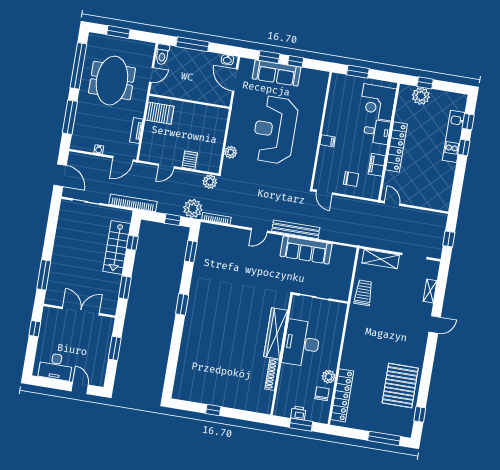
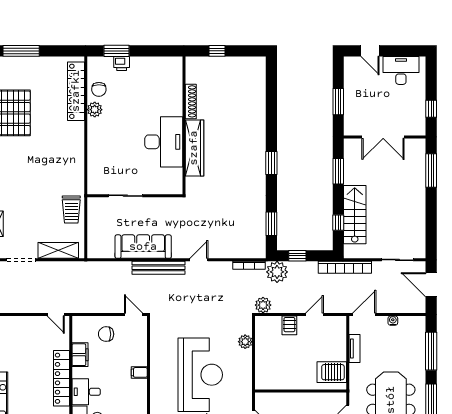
wardrobe: (276, 333) -> (194, 148), moved
desk: (302, 343) -> (164, 142), moved
wall: (281, 355) -> (184, 125), moved
shoe rack: (272, 375) -> (191, 101), moved

